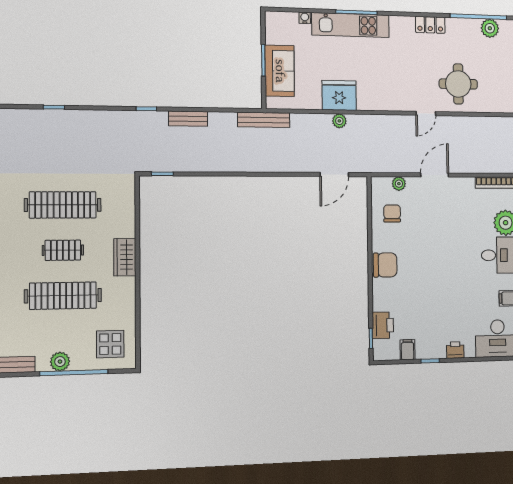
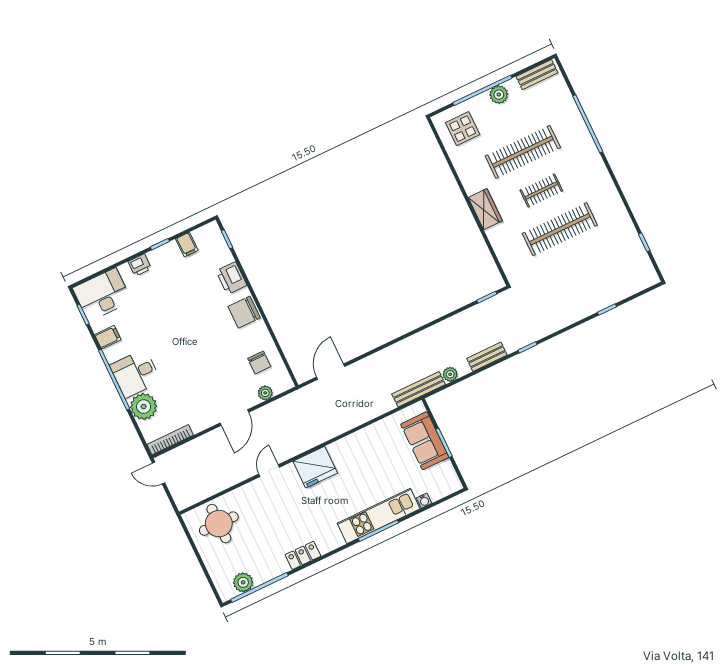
round table: (458, 84) -> (219, 524), moved
fridge: (339, 95) -> (315, 467), moved
plant: (339, 121) -> (450, 374), moved
printer: (383, 325) -> (231, 278), moved

